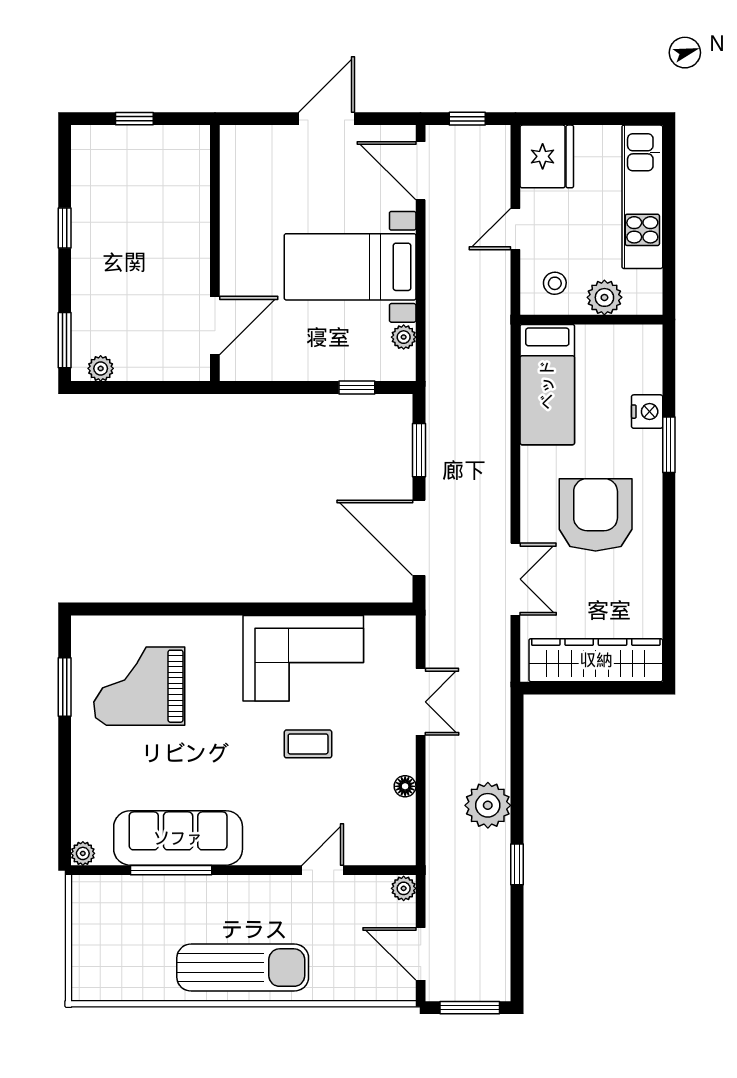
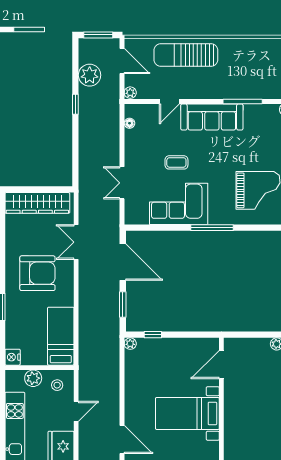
bed with nightstands: (350, 267) -> (187, 413), moved, turned 180
plant: (404, 337) -> (130, 344), moved
nightstand: (647, 412) -> (13, 357), moved
armchair: (596, 515) -> (37, 273), turned -90
window: (235, 609) -> (212, 228), added
floor lamp: (405, 786) -> (130, 123), moved
plant: (488, 805) -> (90, 75), moved
sofa: (178, 838) -> (212, 117), moved
sun lounger: (243, 968) -> (186, 55), moved

